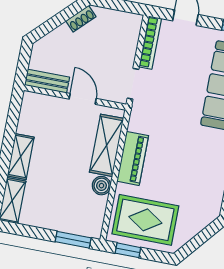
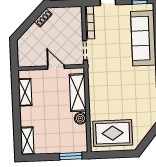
bench: (47, 81) -> (31, 61), removed
shelving: (21, 157) -> (25, 92), moved
piano: (133, 158) -> (96, 97), removed
window: (128, 250) -> (106, 155), removed

